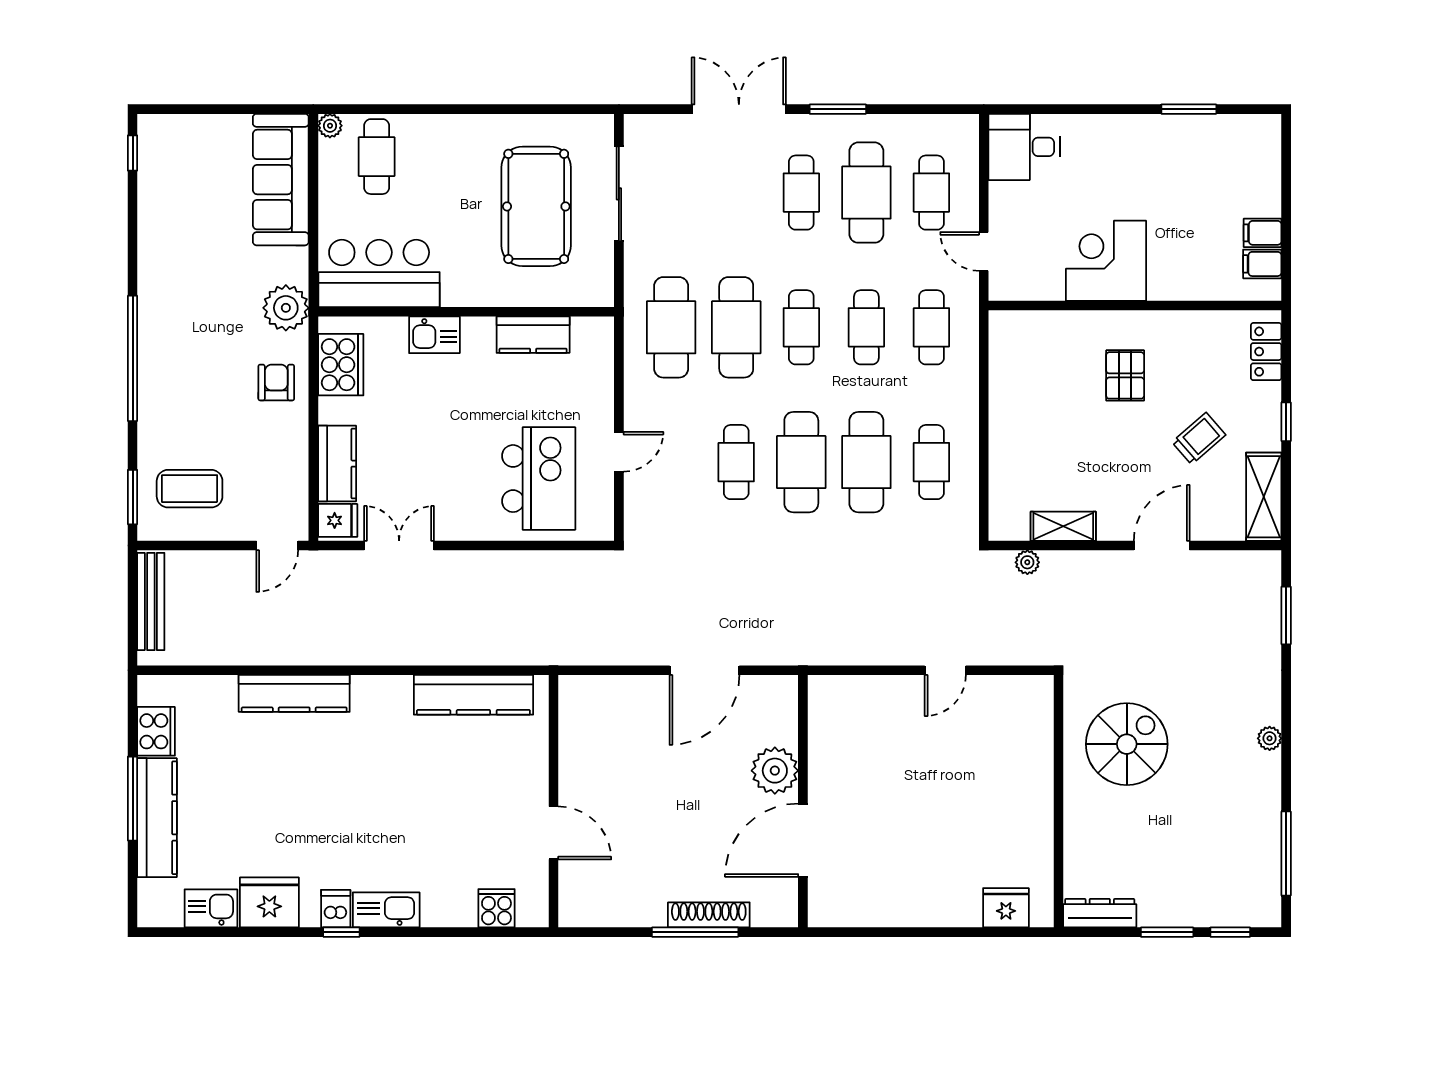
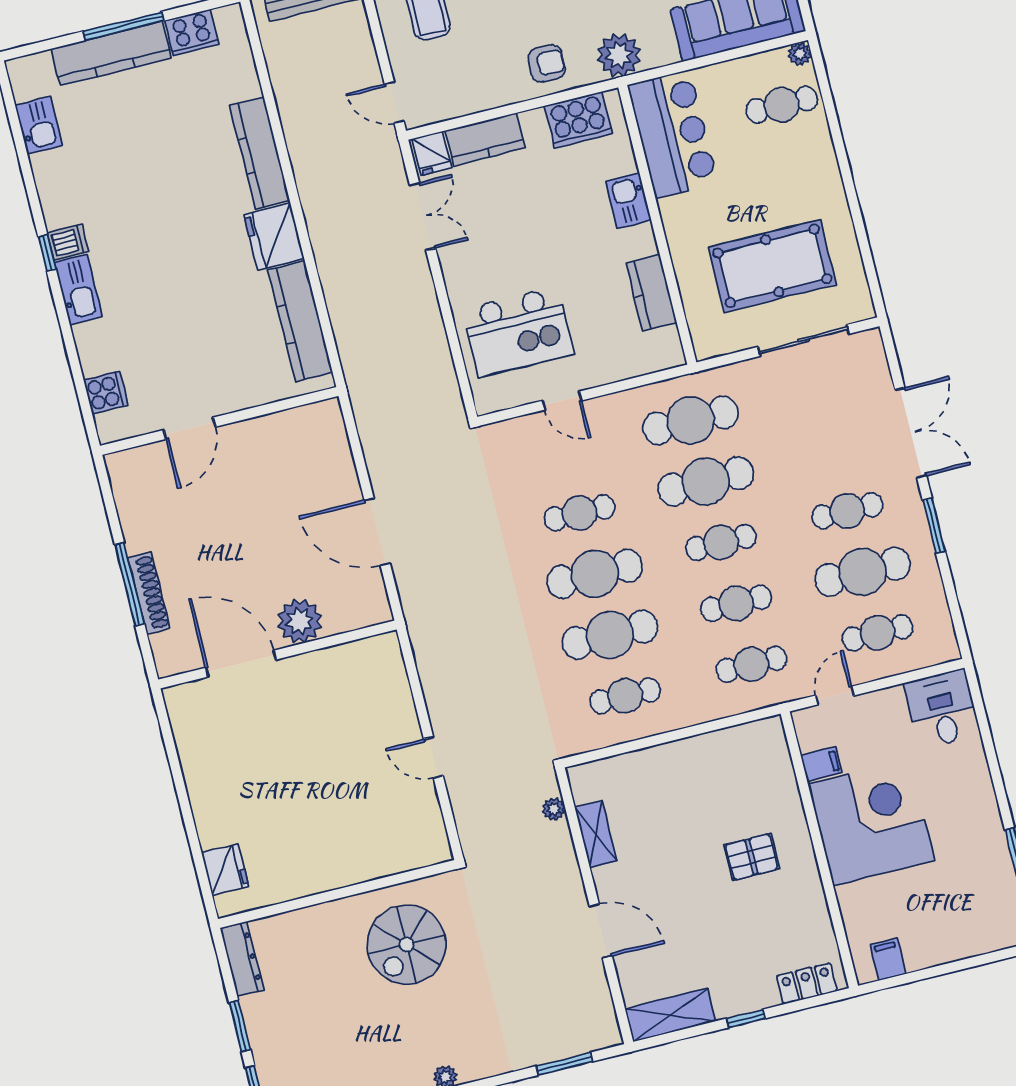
filing cabinet: (1263, 233) -> (821, 764), moved, turned 90
corner desk: (1106, 261) -> (871, 822), width x1.36, depth x1.36
trolley: (1199, 439) -> (710, 941), removed
spiral stairs: (1127, 744) -> (407, 945), turned 90
fridge: (269, 902) -> (274, 236), moved, turned 180

